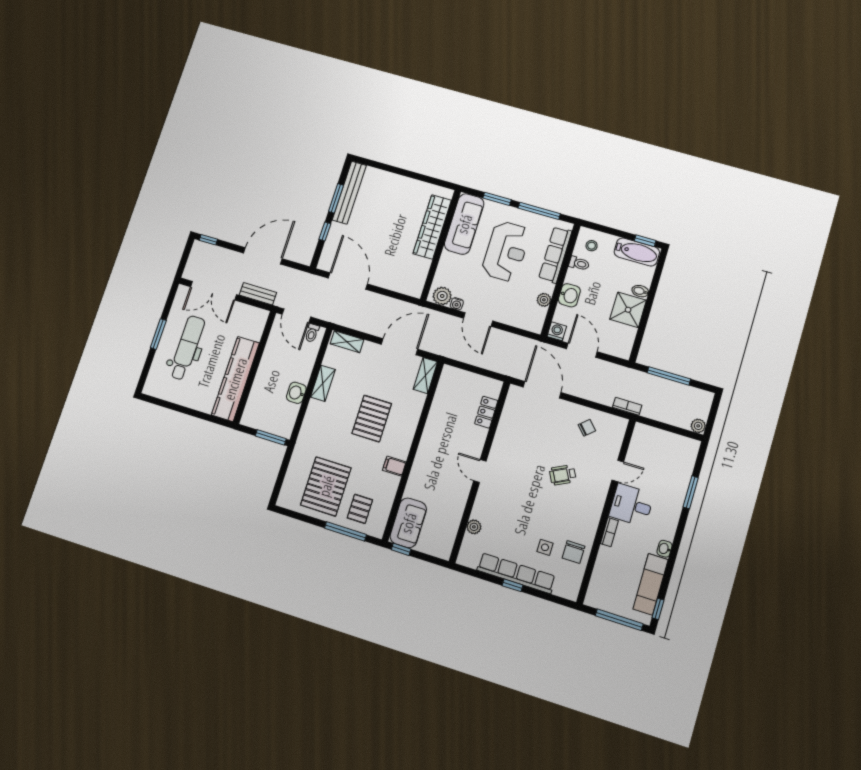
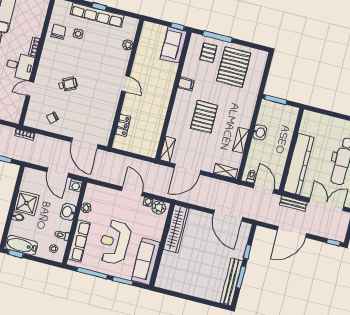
wardrobe: (432, 227) -> (176, 229), moved
kitchen counter: (235, 379) -> (299, 164), moved

